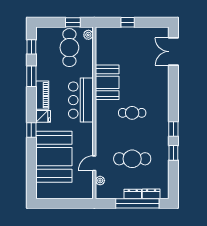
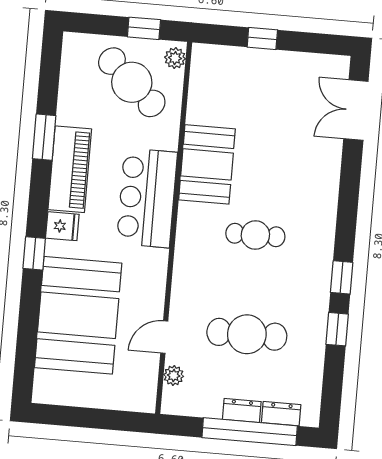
window: (31, 47) -> (50, 74), removed
cafe table: (69, 48) -> (132, 82), turned -48
piano: (42, 95) -> (70, 169), width x1.37, depth x1.33

